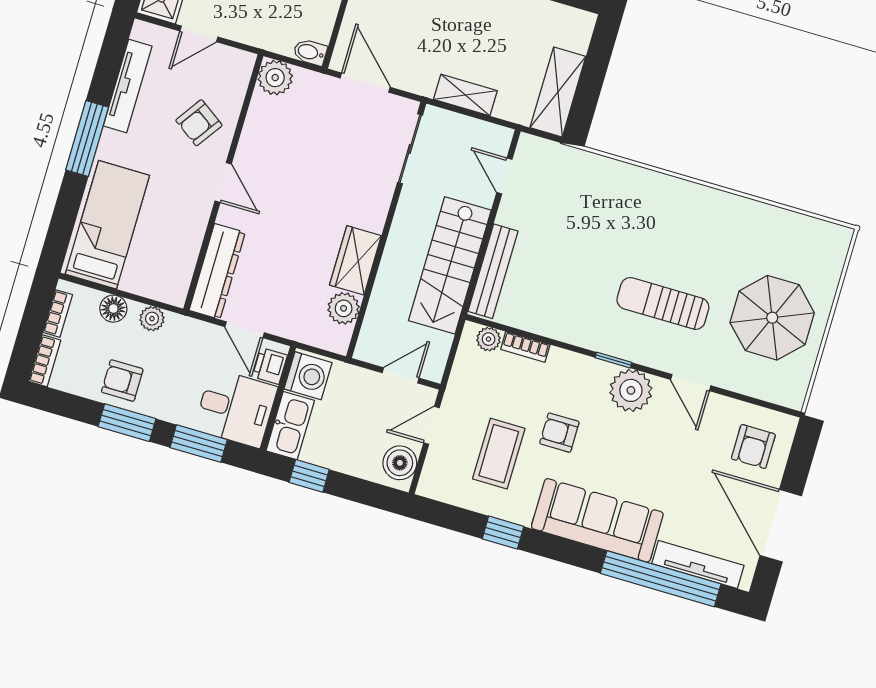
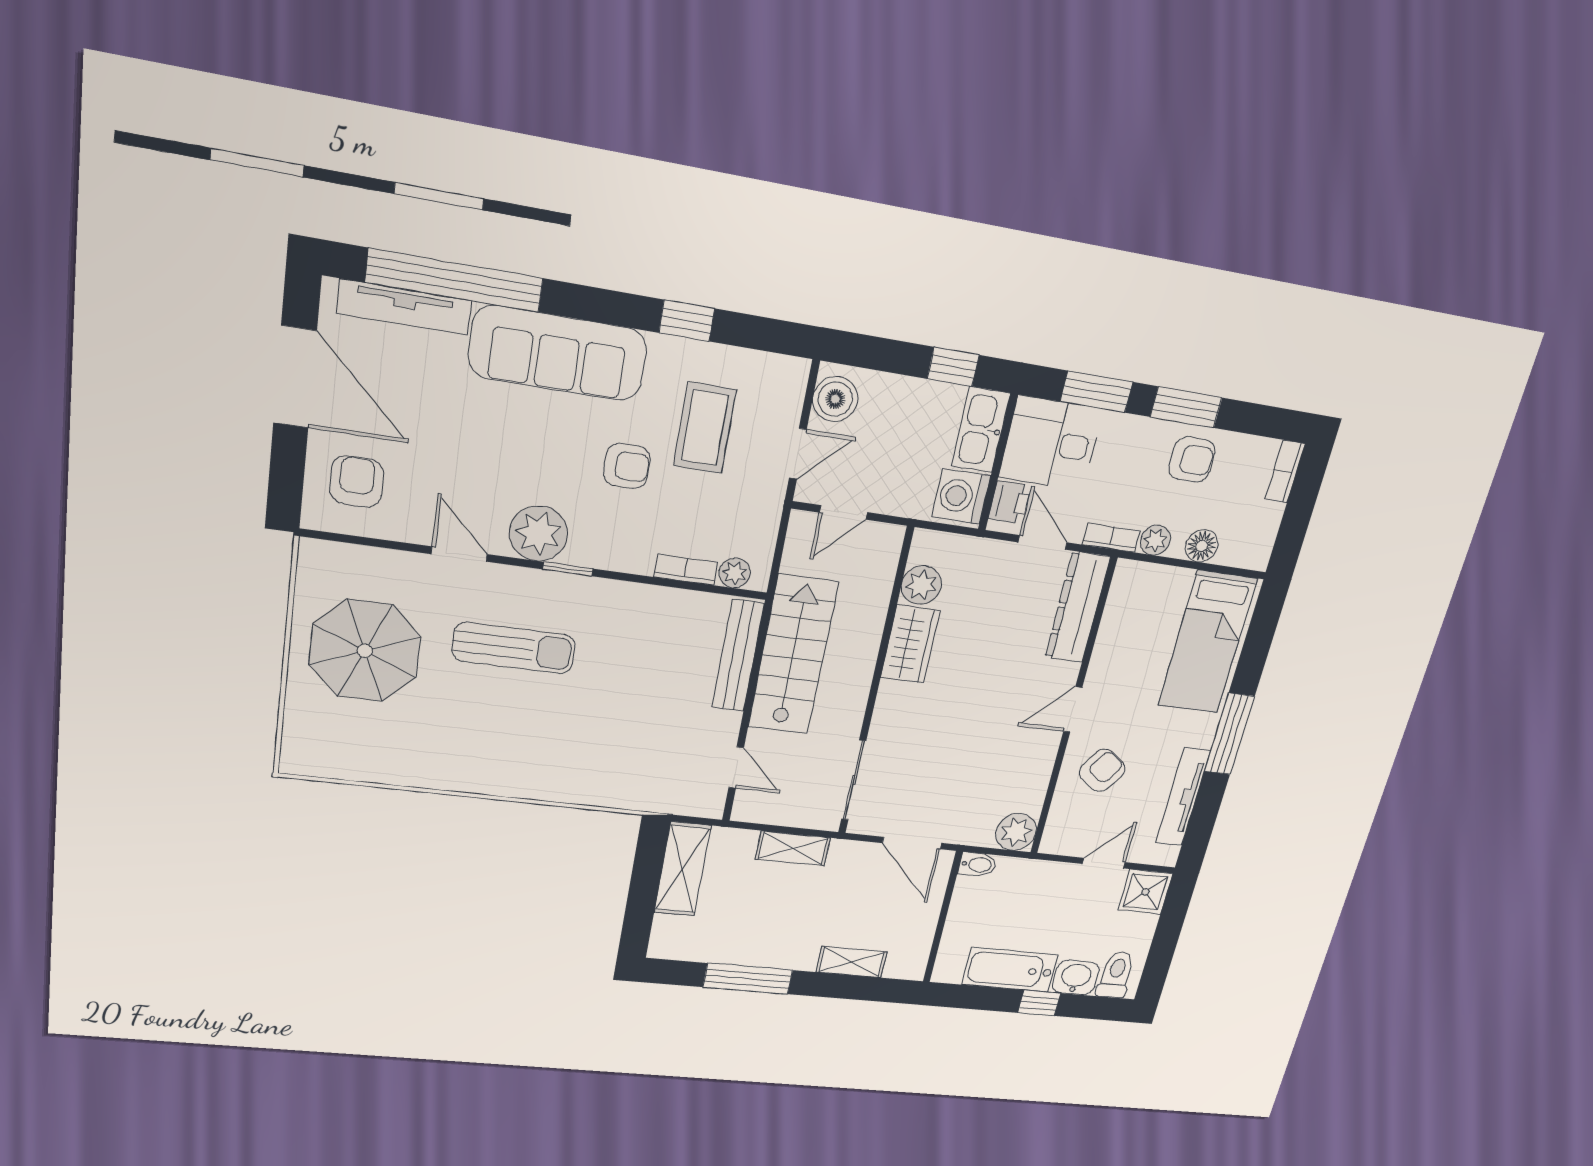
door: (223, 183) -> (1073, 710), hinge flipped
bookcase: (58, 314) -> (1111, 538), moved, turned 90

